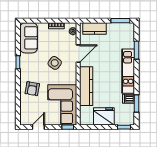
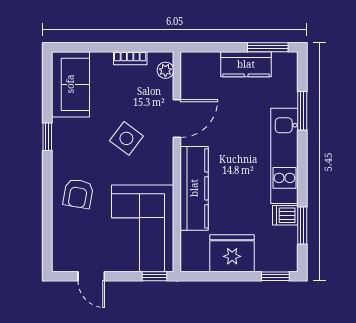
kitchen counter: (95, 28) -> (246, 64), moved
door: (38, 127) -> (91, 276), swing flipped

